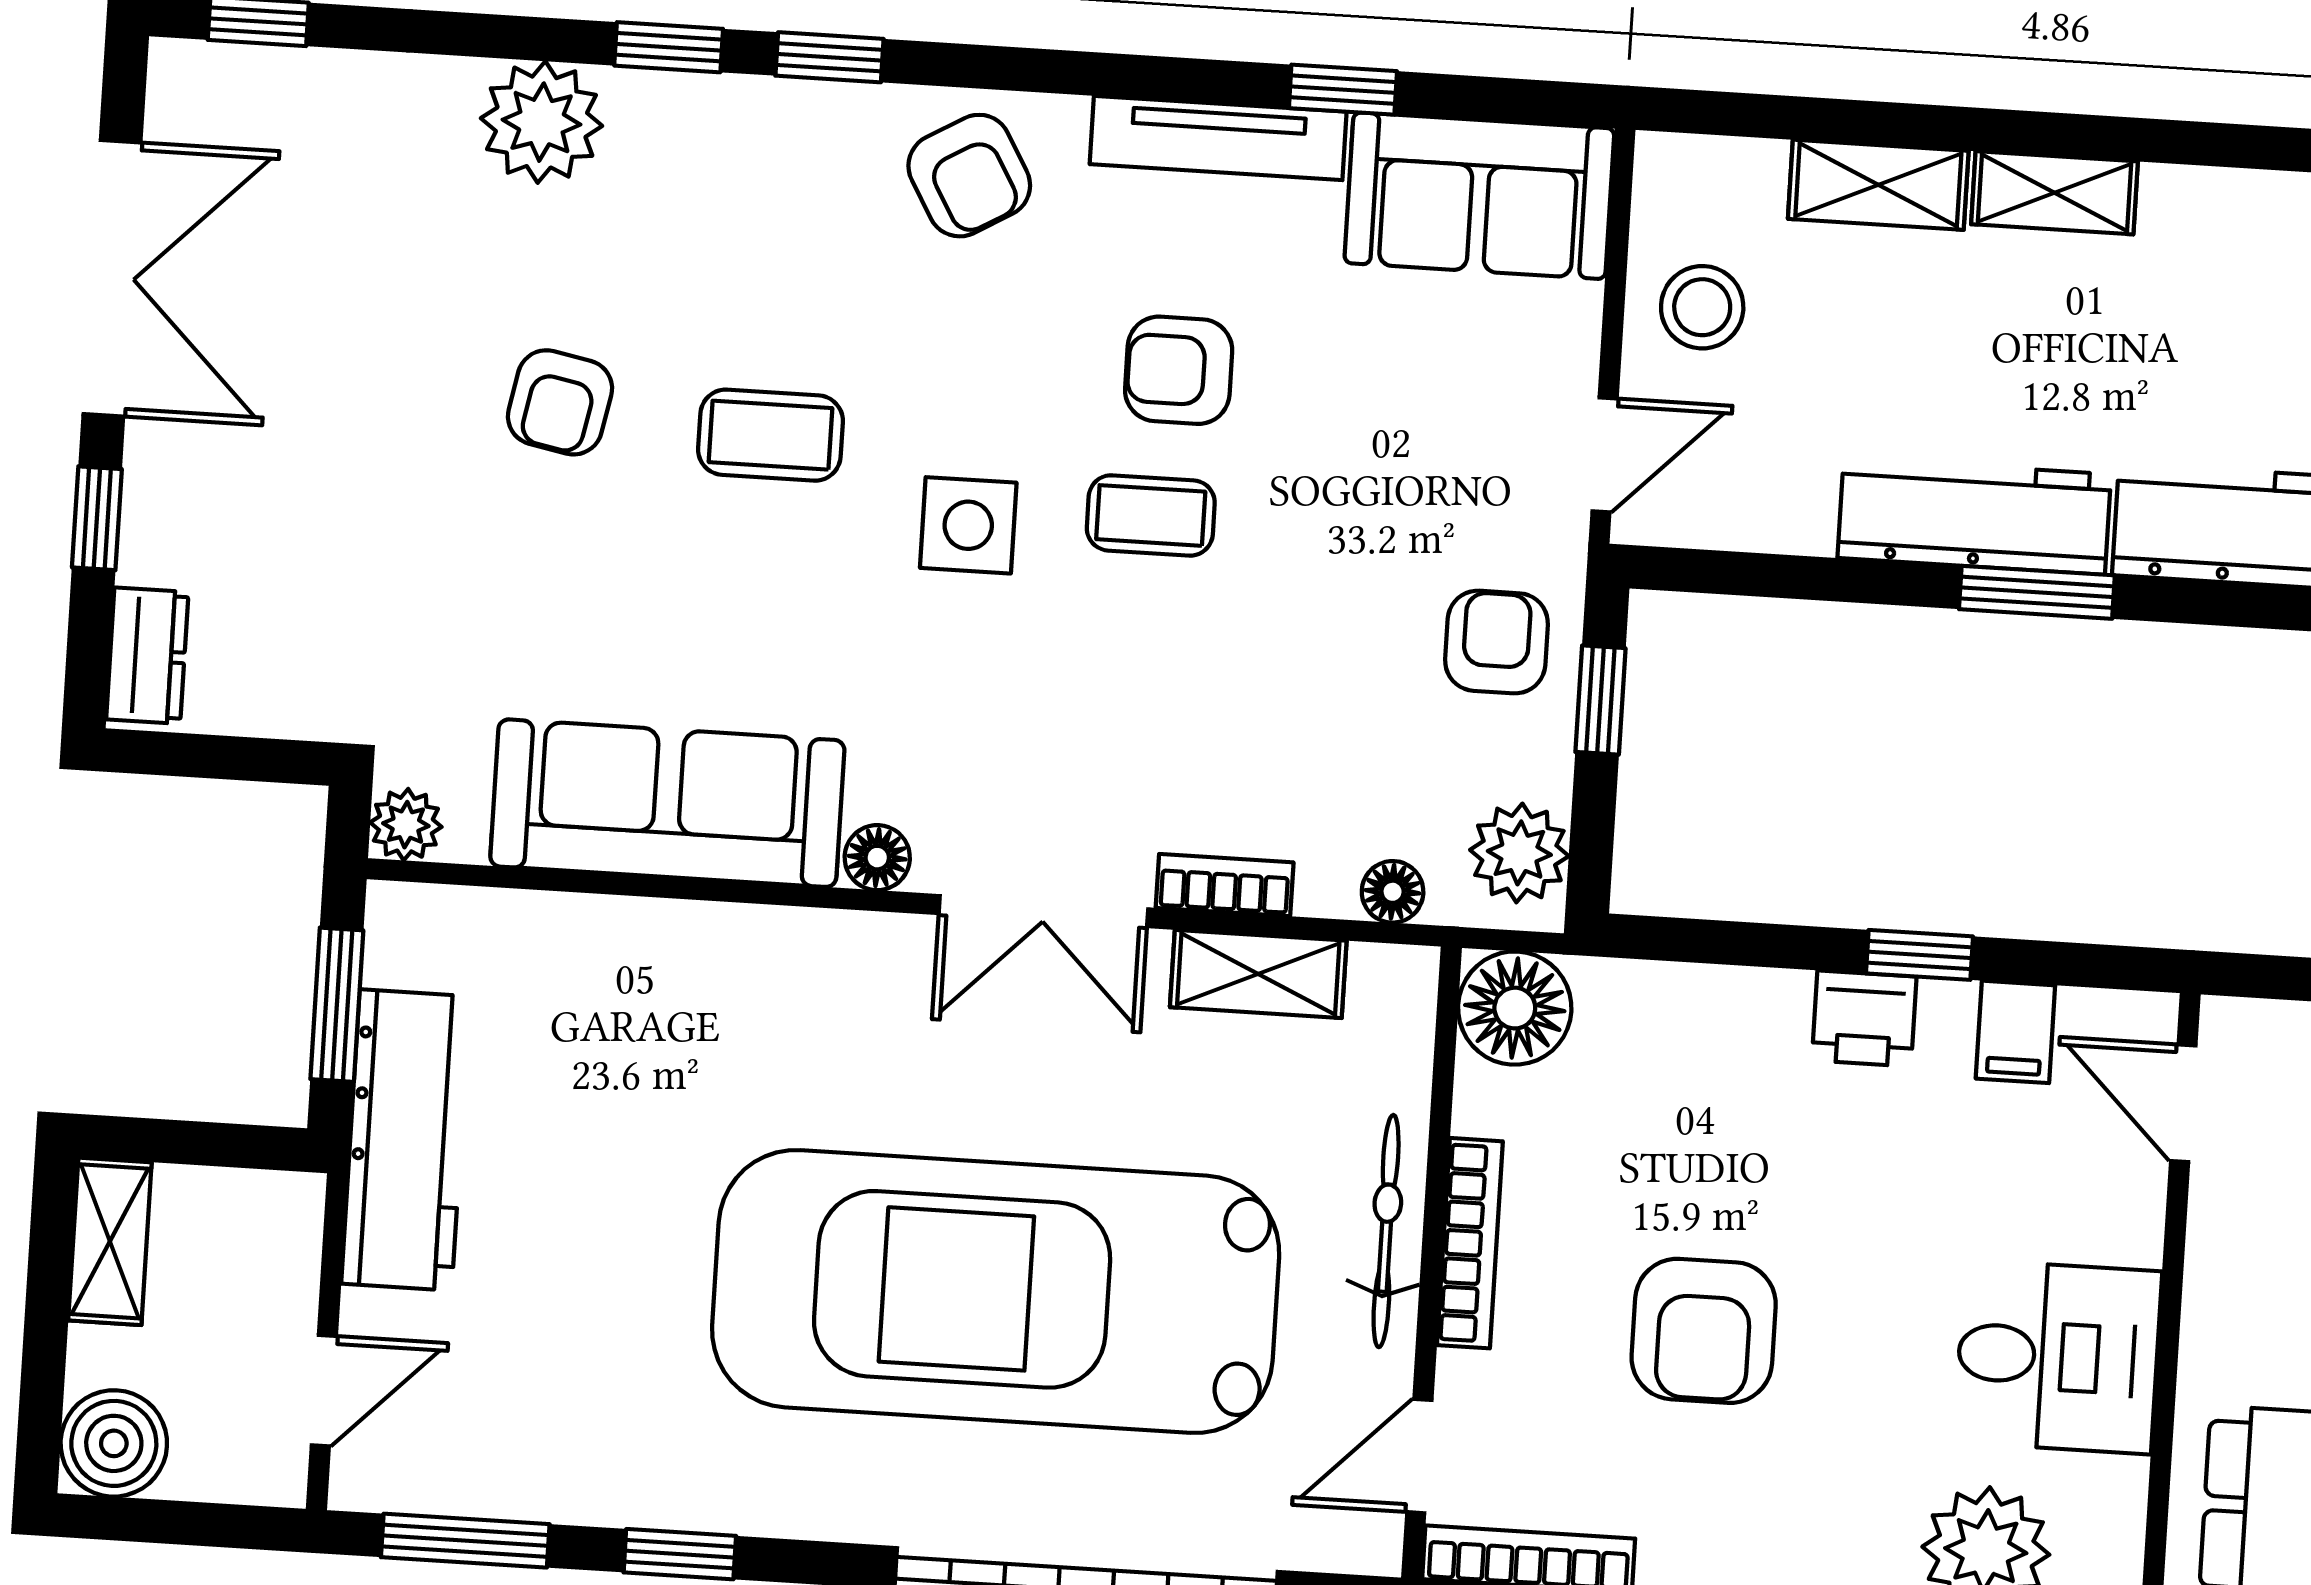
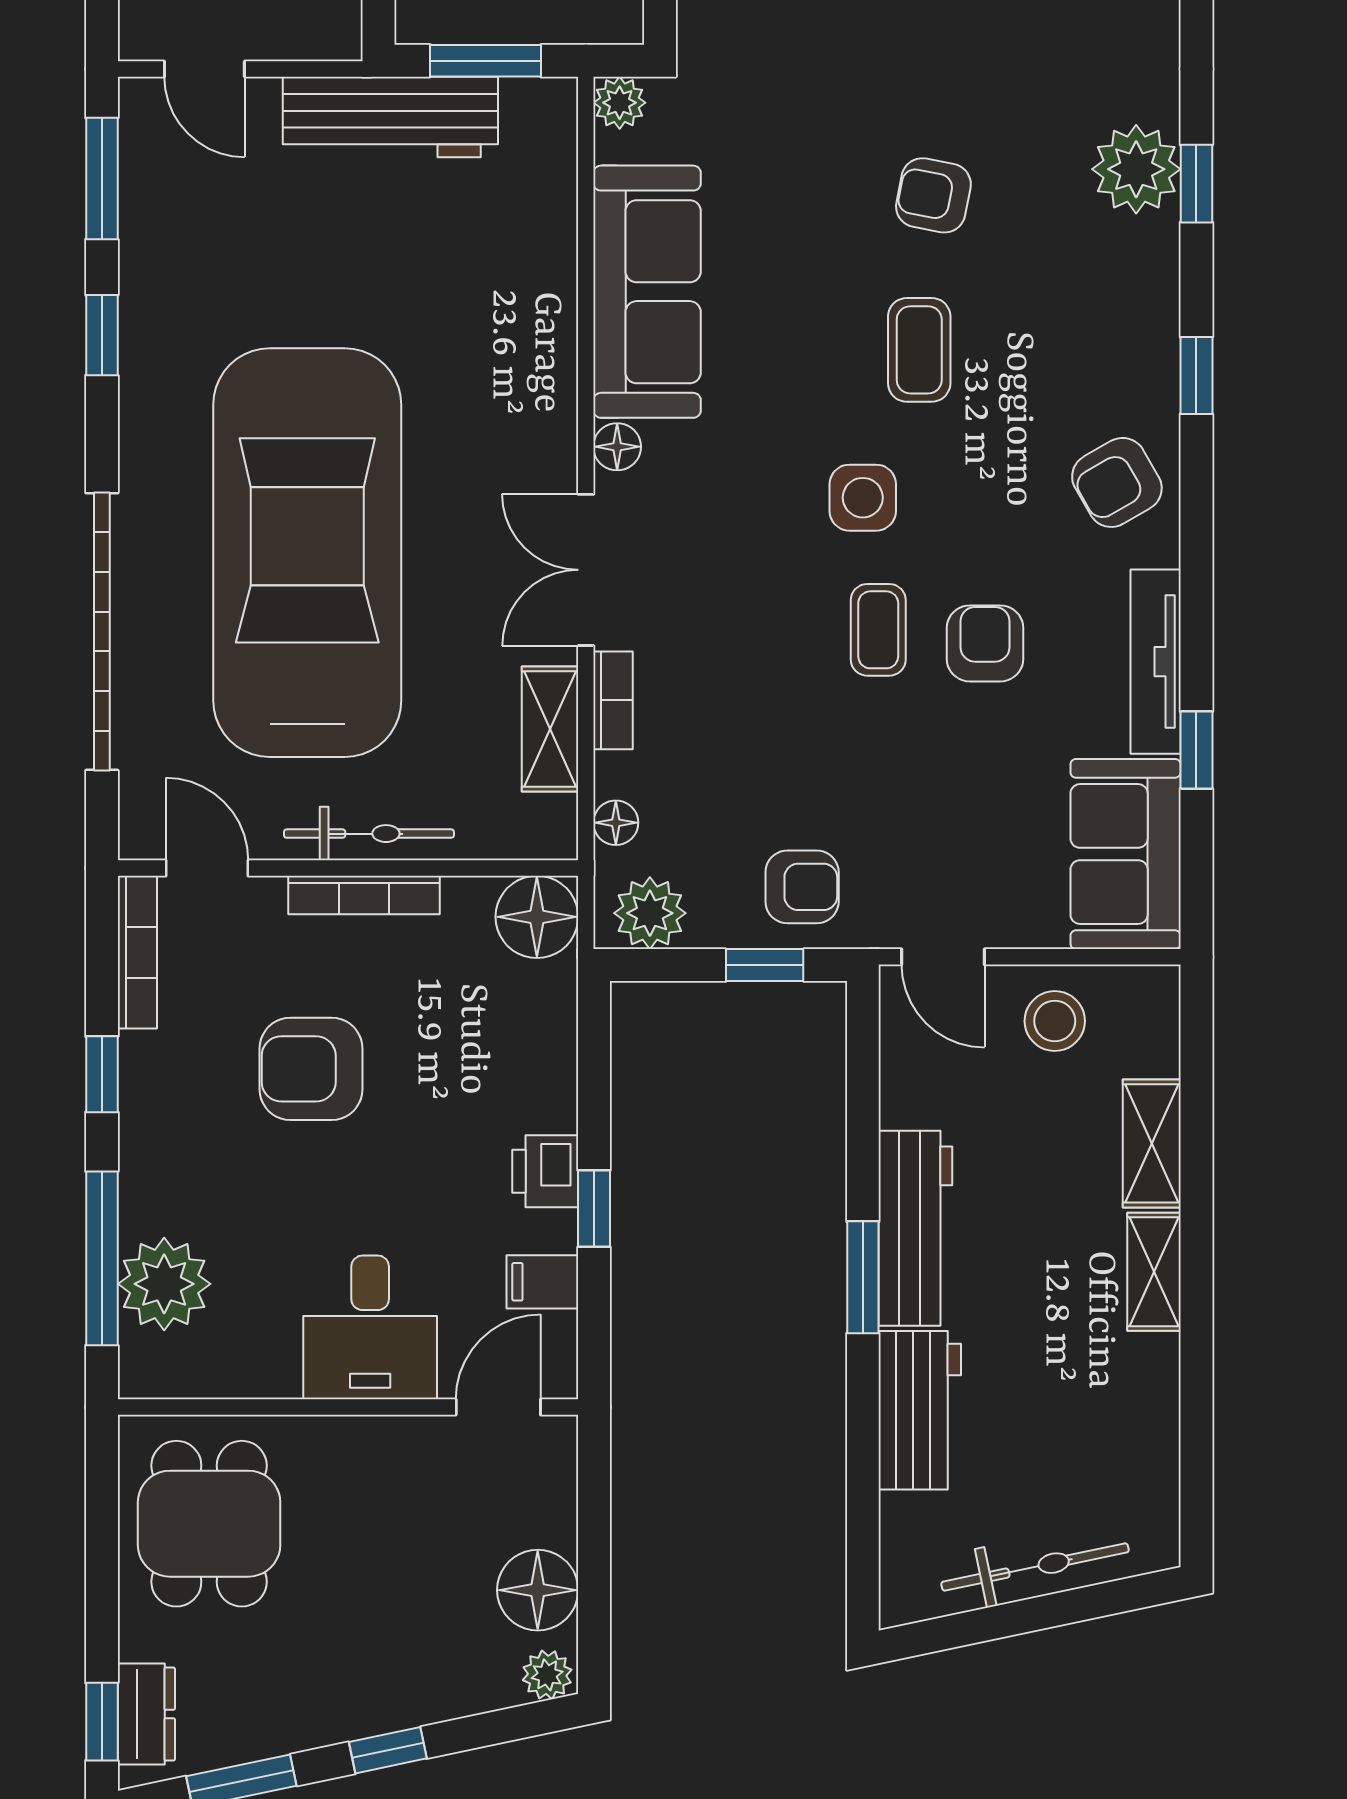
window: (669, 47) -> (1196, 184), moved
desk: (2058, 1357) -> (370, 1327), moved

